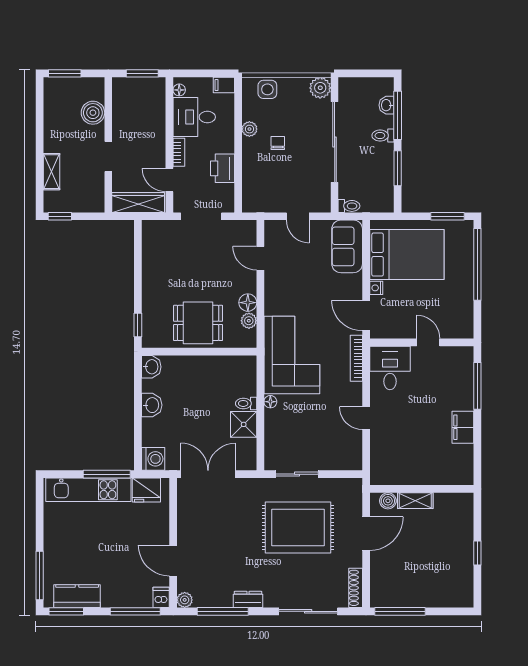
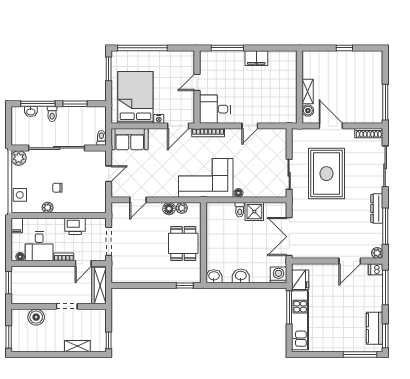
dresser: (248, 599) -> (377, 209), width x1.44

